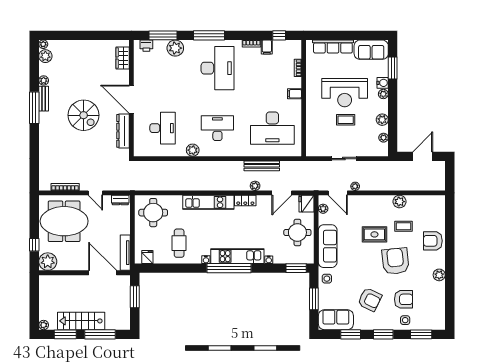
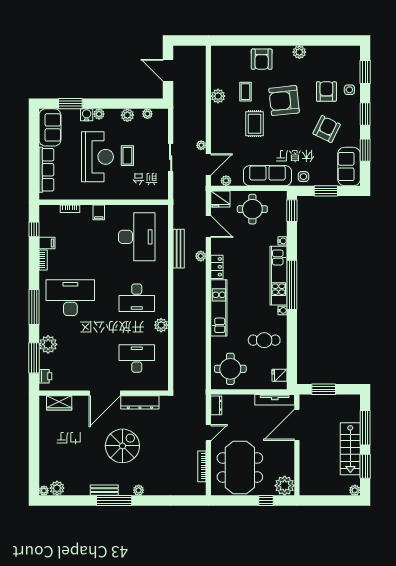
plant: (44, 80) -> (139, 490), moved
desk: (217, 128) -> (137, 298), turned -90

